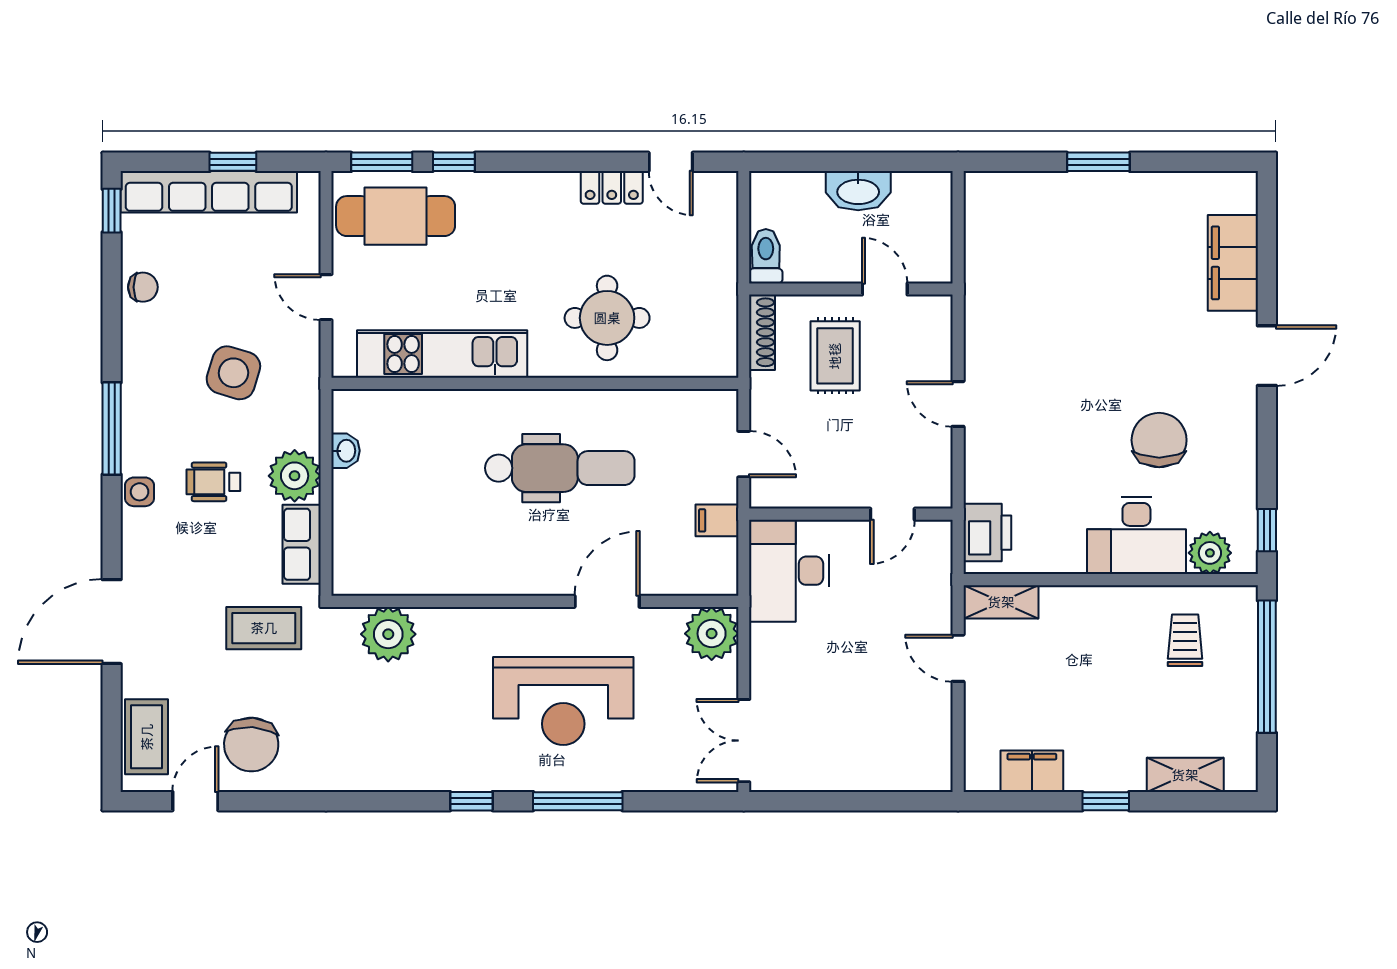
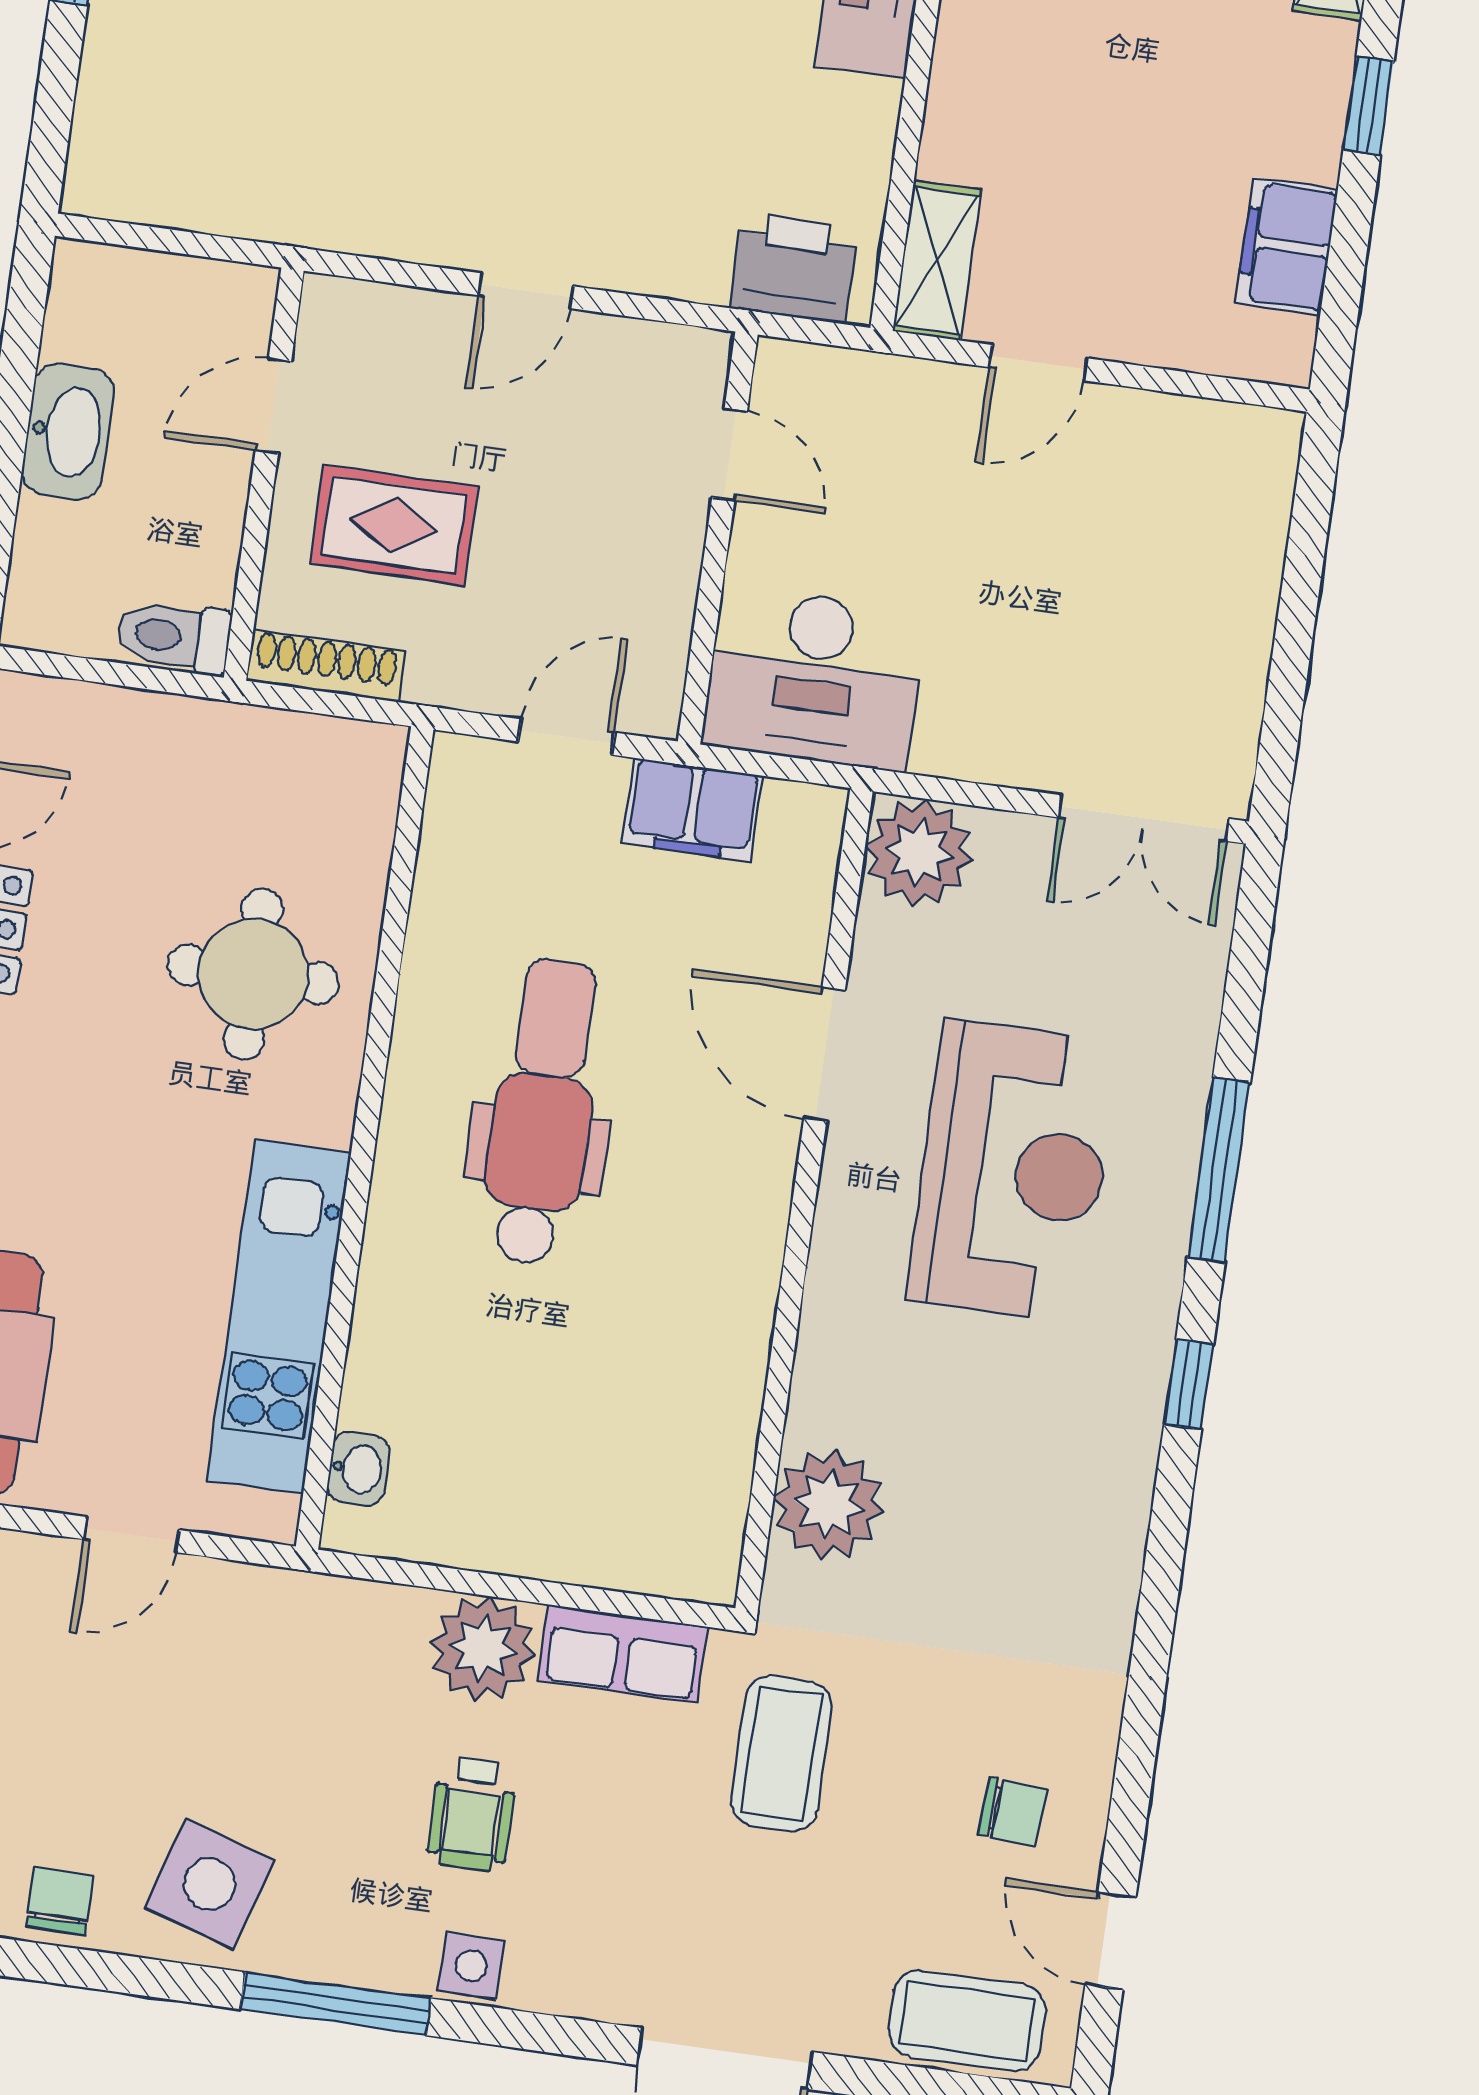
side table: (233, 373) -> (209, 1884), moved
washbasin: (345, 451) -> (358, 1469), moved, turned 90
filing cabinet: (717, 520) -> (692, 810), width x2.00
chair: (251, 745) -> (1012, 1812), width x0.54, depth x0.54

